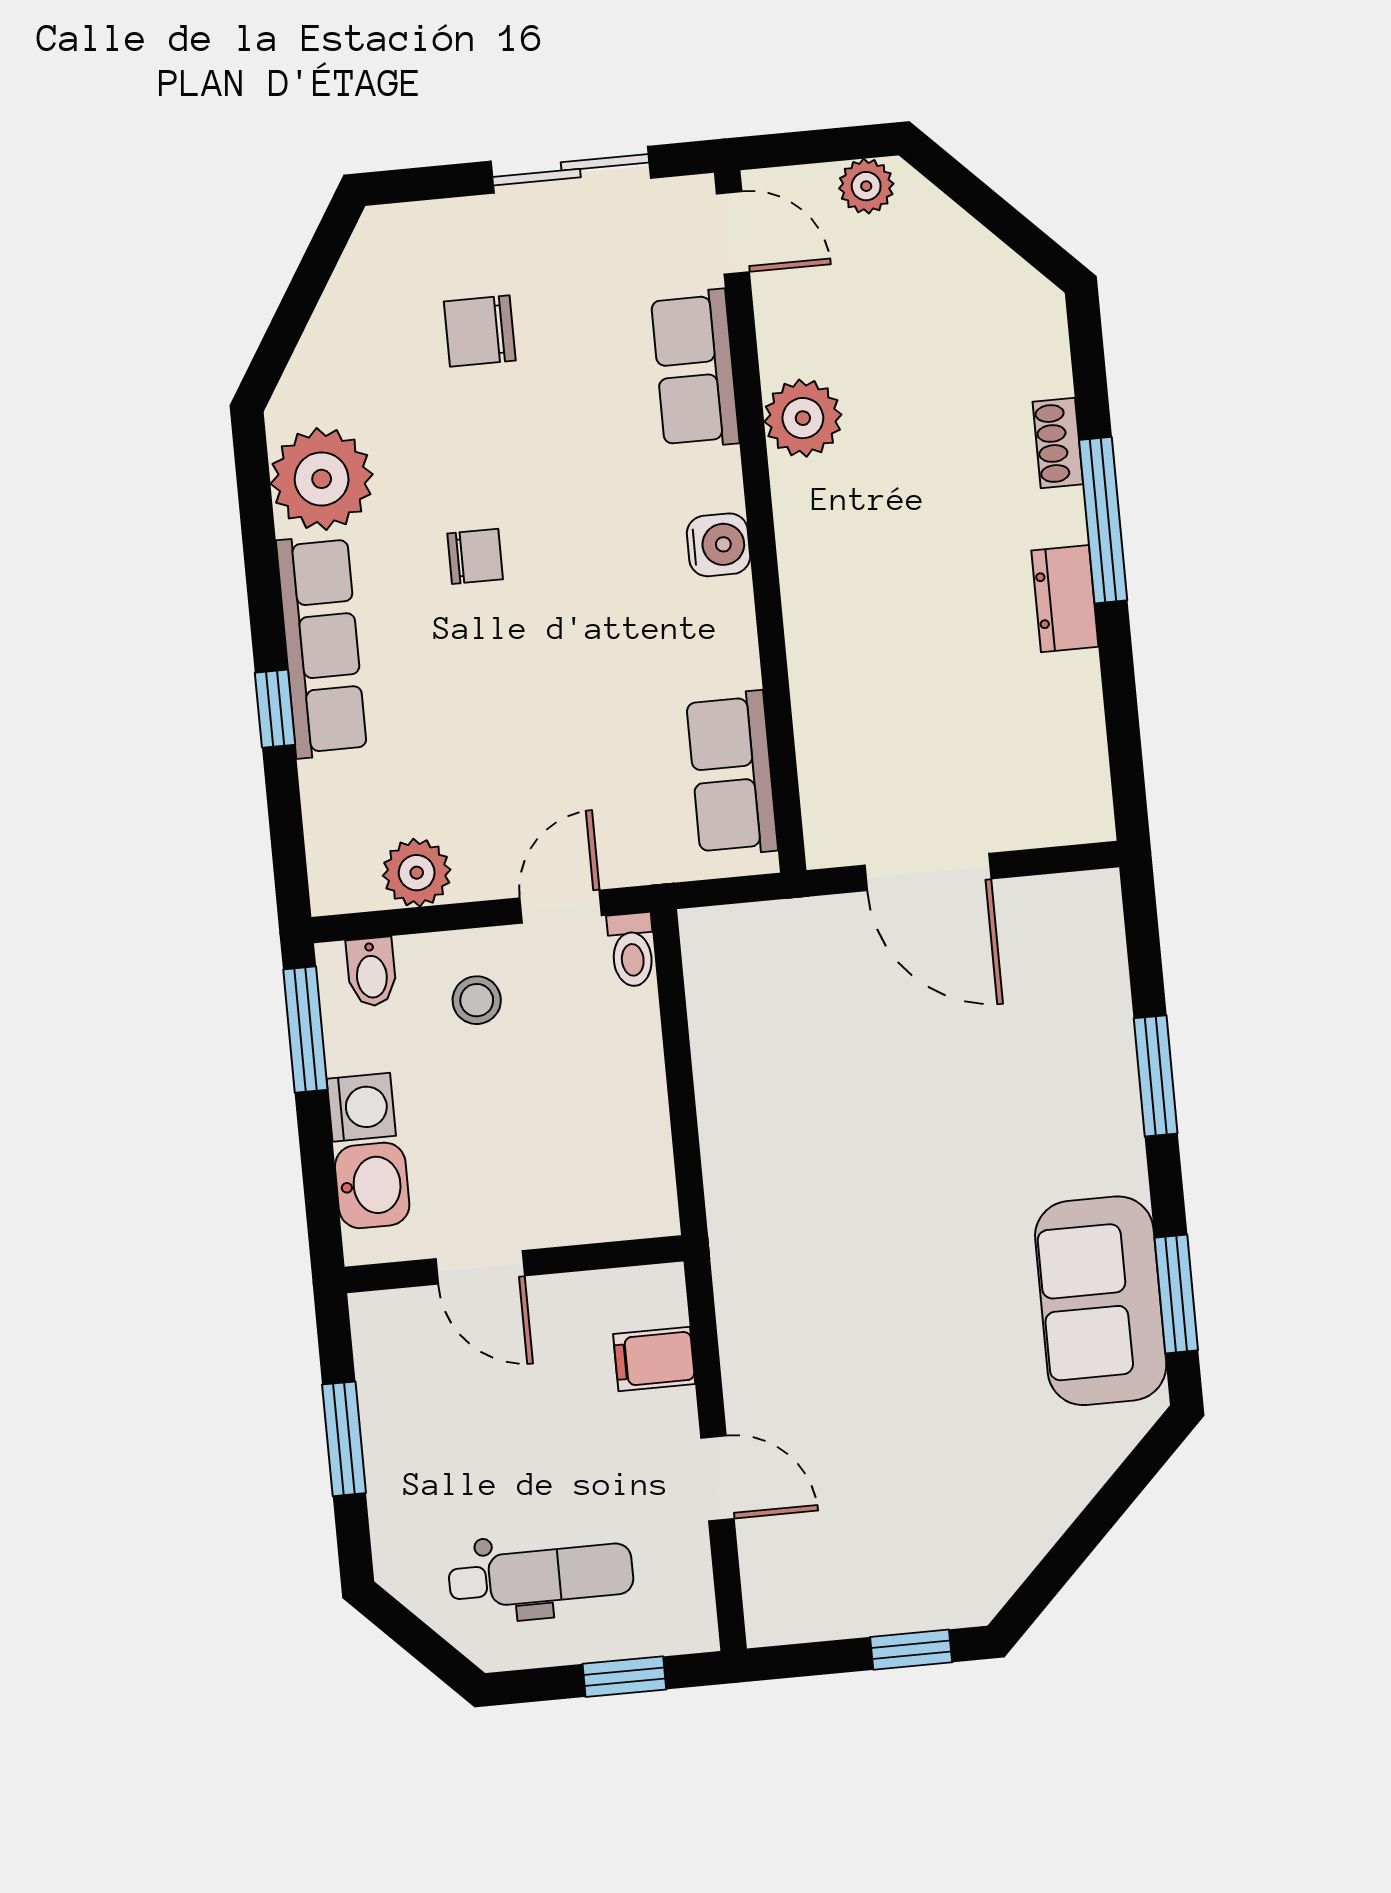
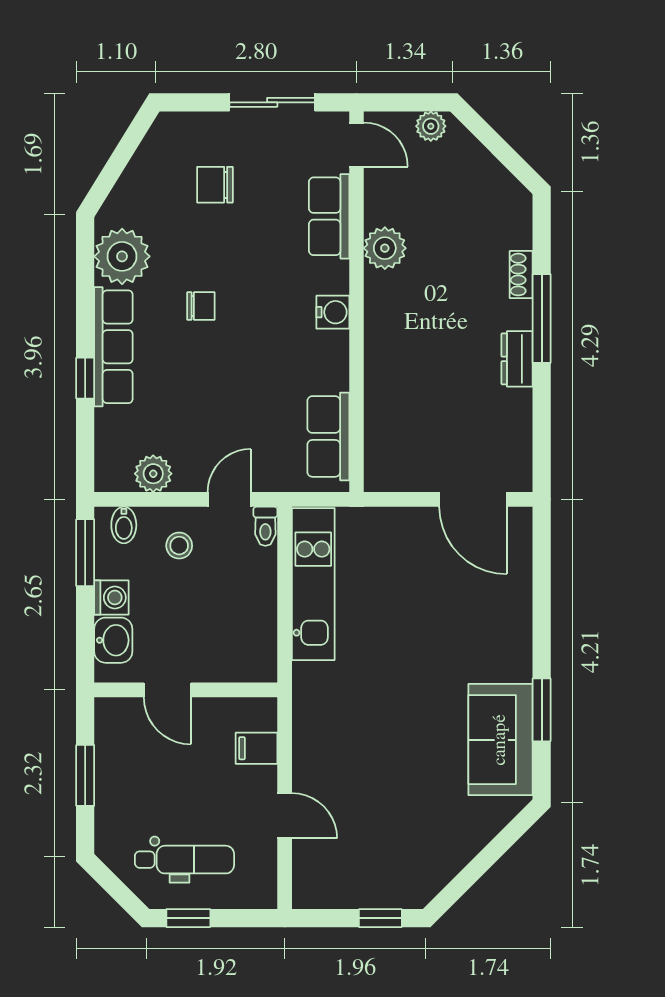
door: (928, 872) -> (473, 499), moved
kitchen unit: (730, 1048) -> (313, 584), added
window: (1156, 1076) -> (542, 621), removed
window: (1176, 1294) -> (542, 710), moved
window: (624, 1677) -> (188, 918), moved

